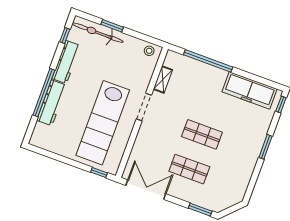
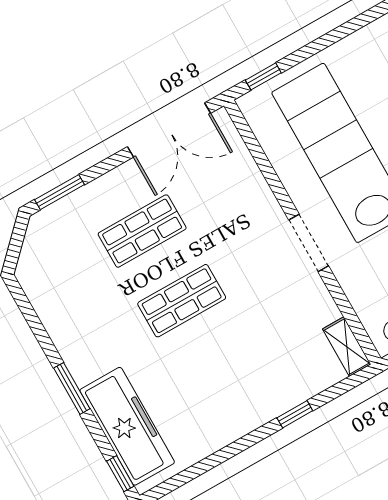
window: (208, 61) -> (295, 414), width x0.32
shelving: (163, 79) -> (347, 347), moved
freezer: (250, 90) -> (127, 426), moved, turned 90

